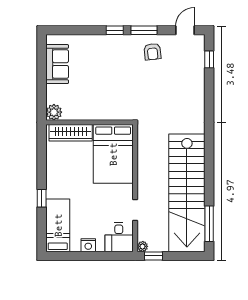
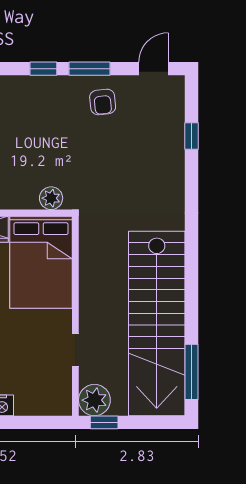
window: (209, 59) -> (191, 136), moved
plant: (120, 113) -> (51, 198), added
desk: (119, 237) -> (50, 393), removed
plant: (143, 246) -> (94, 400), width x1.88, depth x1.88

